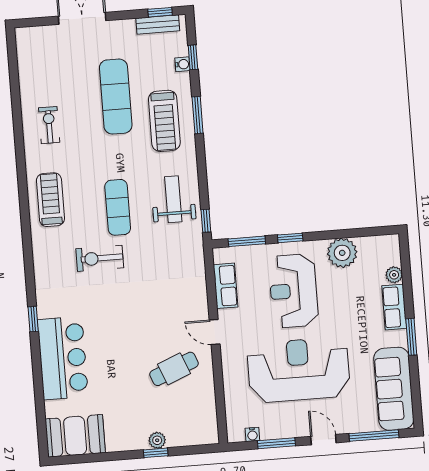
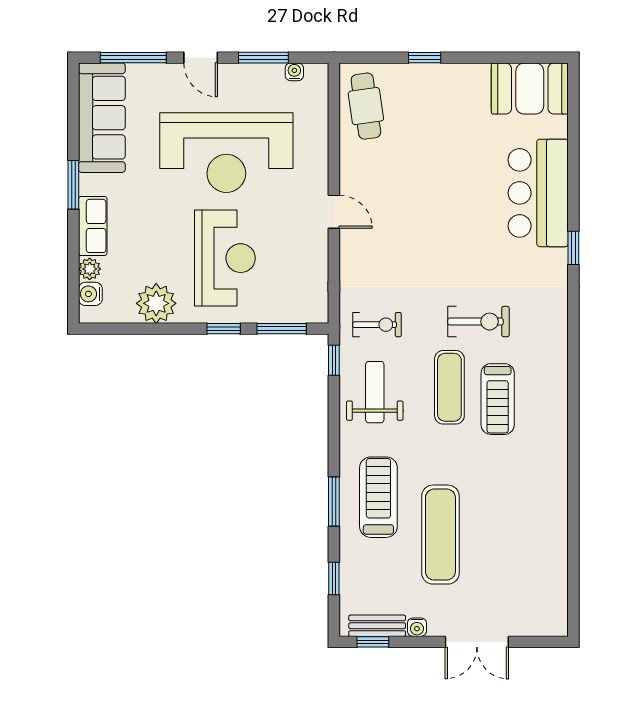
water cooler: (182, 64) -> (417, 627), moved, turned -90
exercise bike: (49, 125) -> (377, 325), moved, turned -90
weight bench: (173, 199) -> (375, 392), turned 180
treadmill: (50, 200) -> (498, 399), moved
water cooler: (392, 256) -> (90, 294), added
row of seats: (226, 286) -> (314, 272), removed
cafe table: (174, 369) -> (366, 106), moved, turned -76
plant: (157, 440) -> (421, 74), removed

